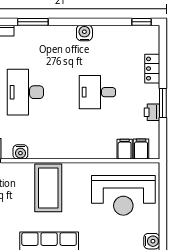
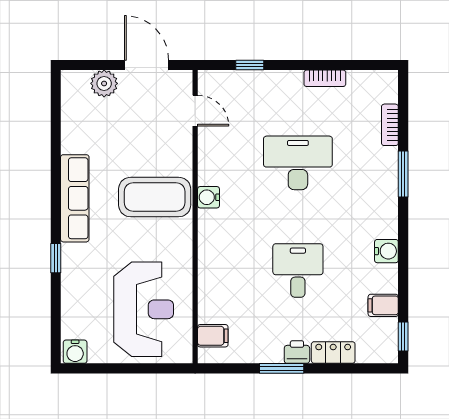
printer: (152, 112) -> (297, 352), moved
filing cabinet: (125, 149) -> (383, 305), moved, turned 180
water cooler: (20, 152) -> (208, 197), moved
reception desk: (123, 195) -> (144, 309), turned 180

